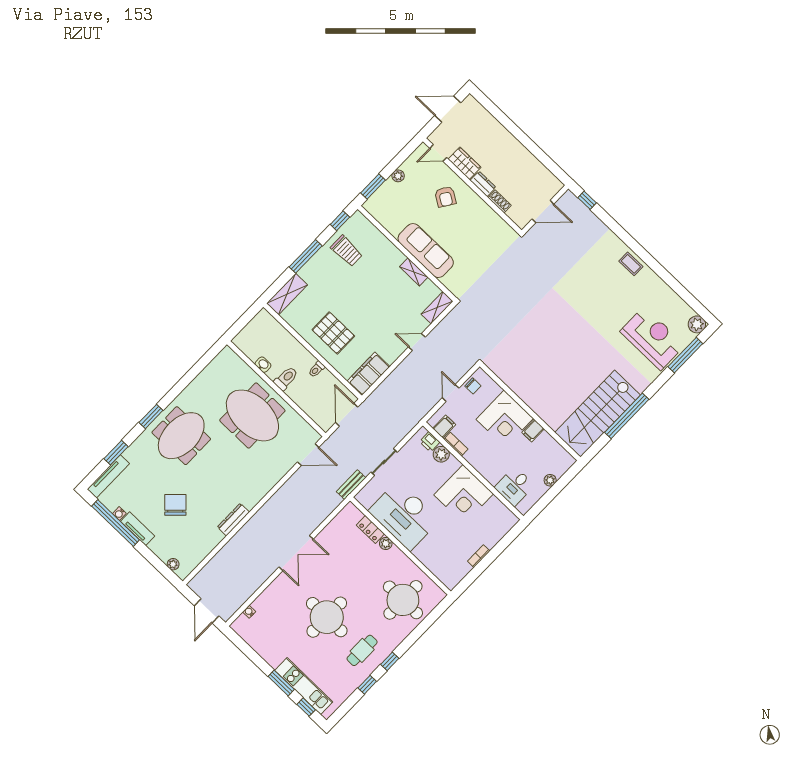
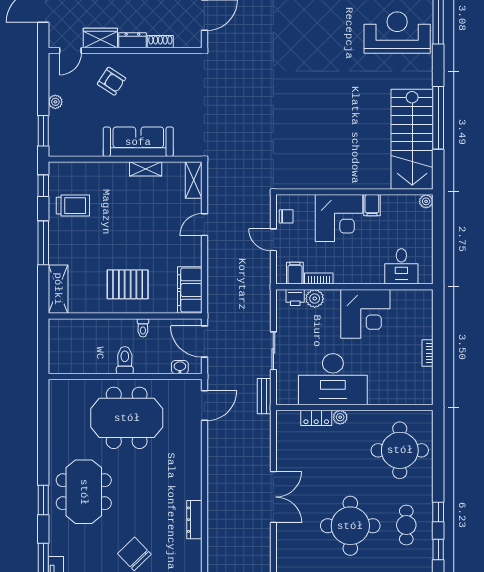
washbasin: (263, 365) -> (180, 367), moved
plant: (550, 480) -> (426, 201), moved

